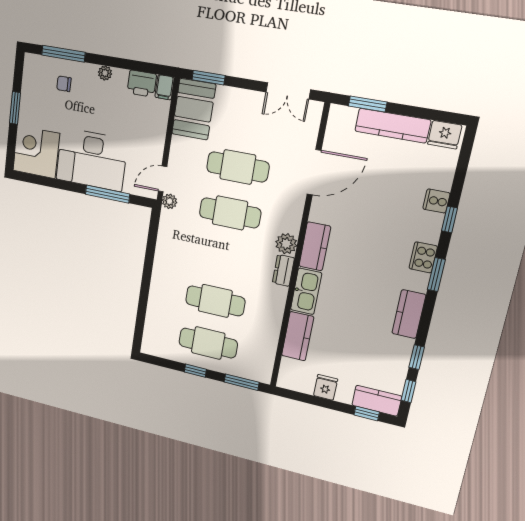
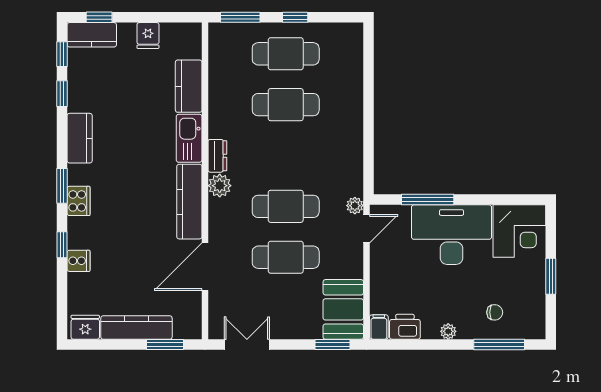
kitchen counter: (315, 246) -> (189, 202), width x1.50

